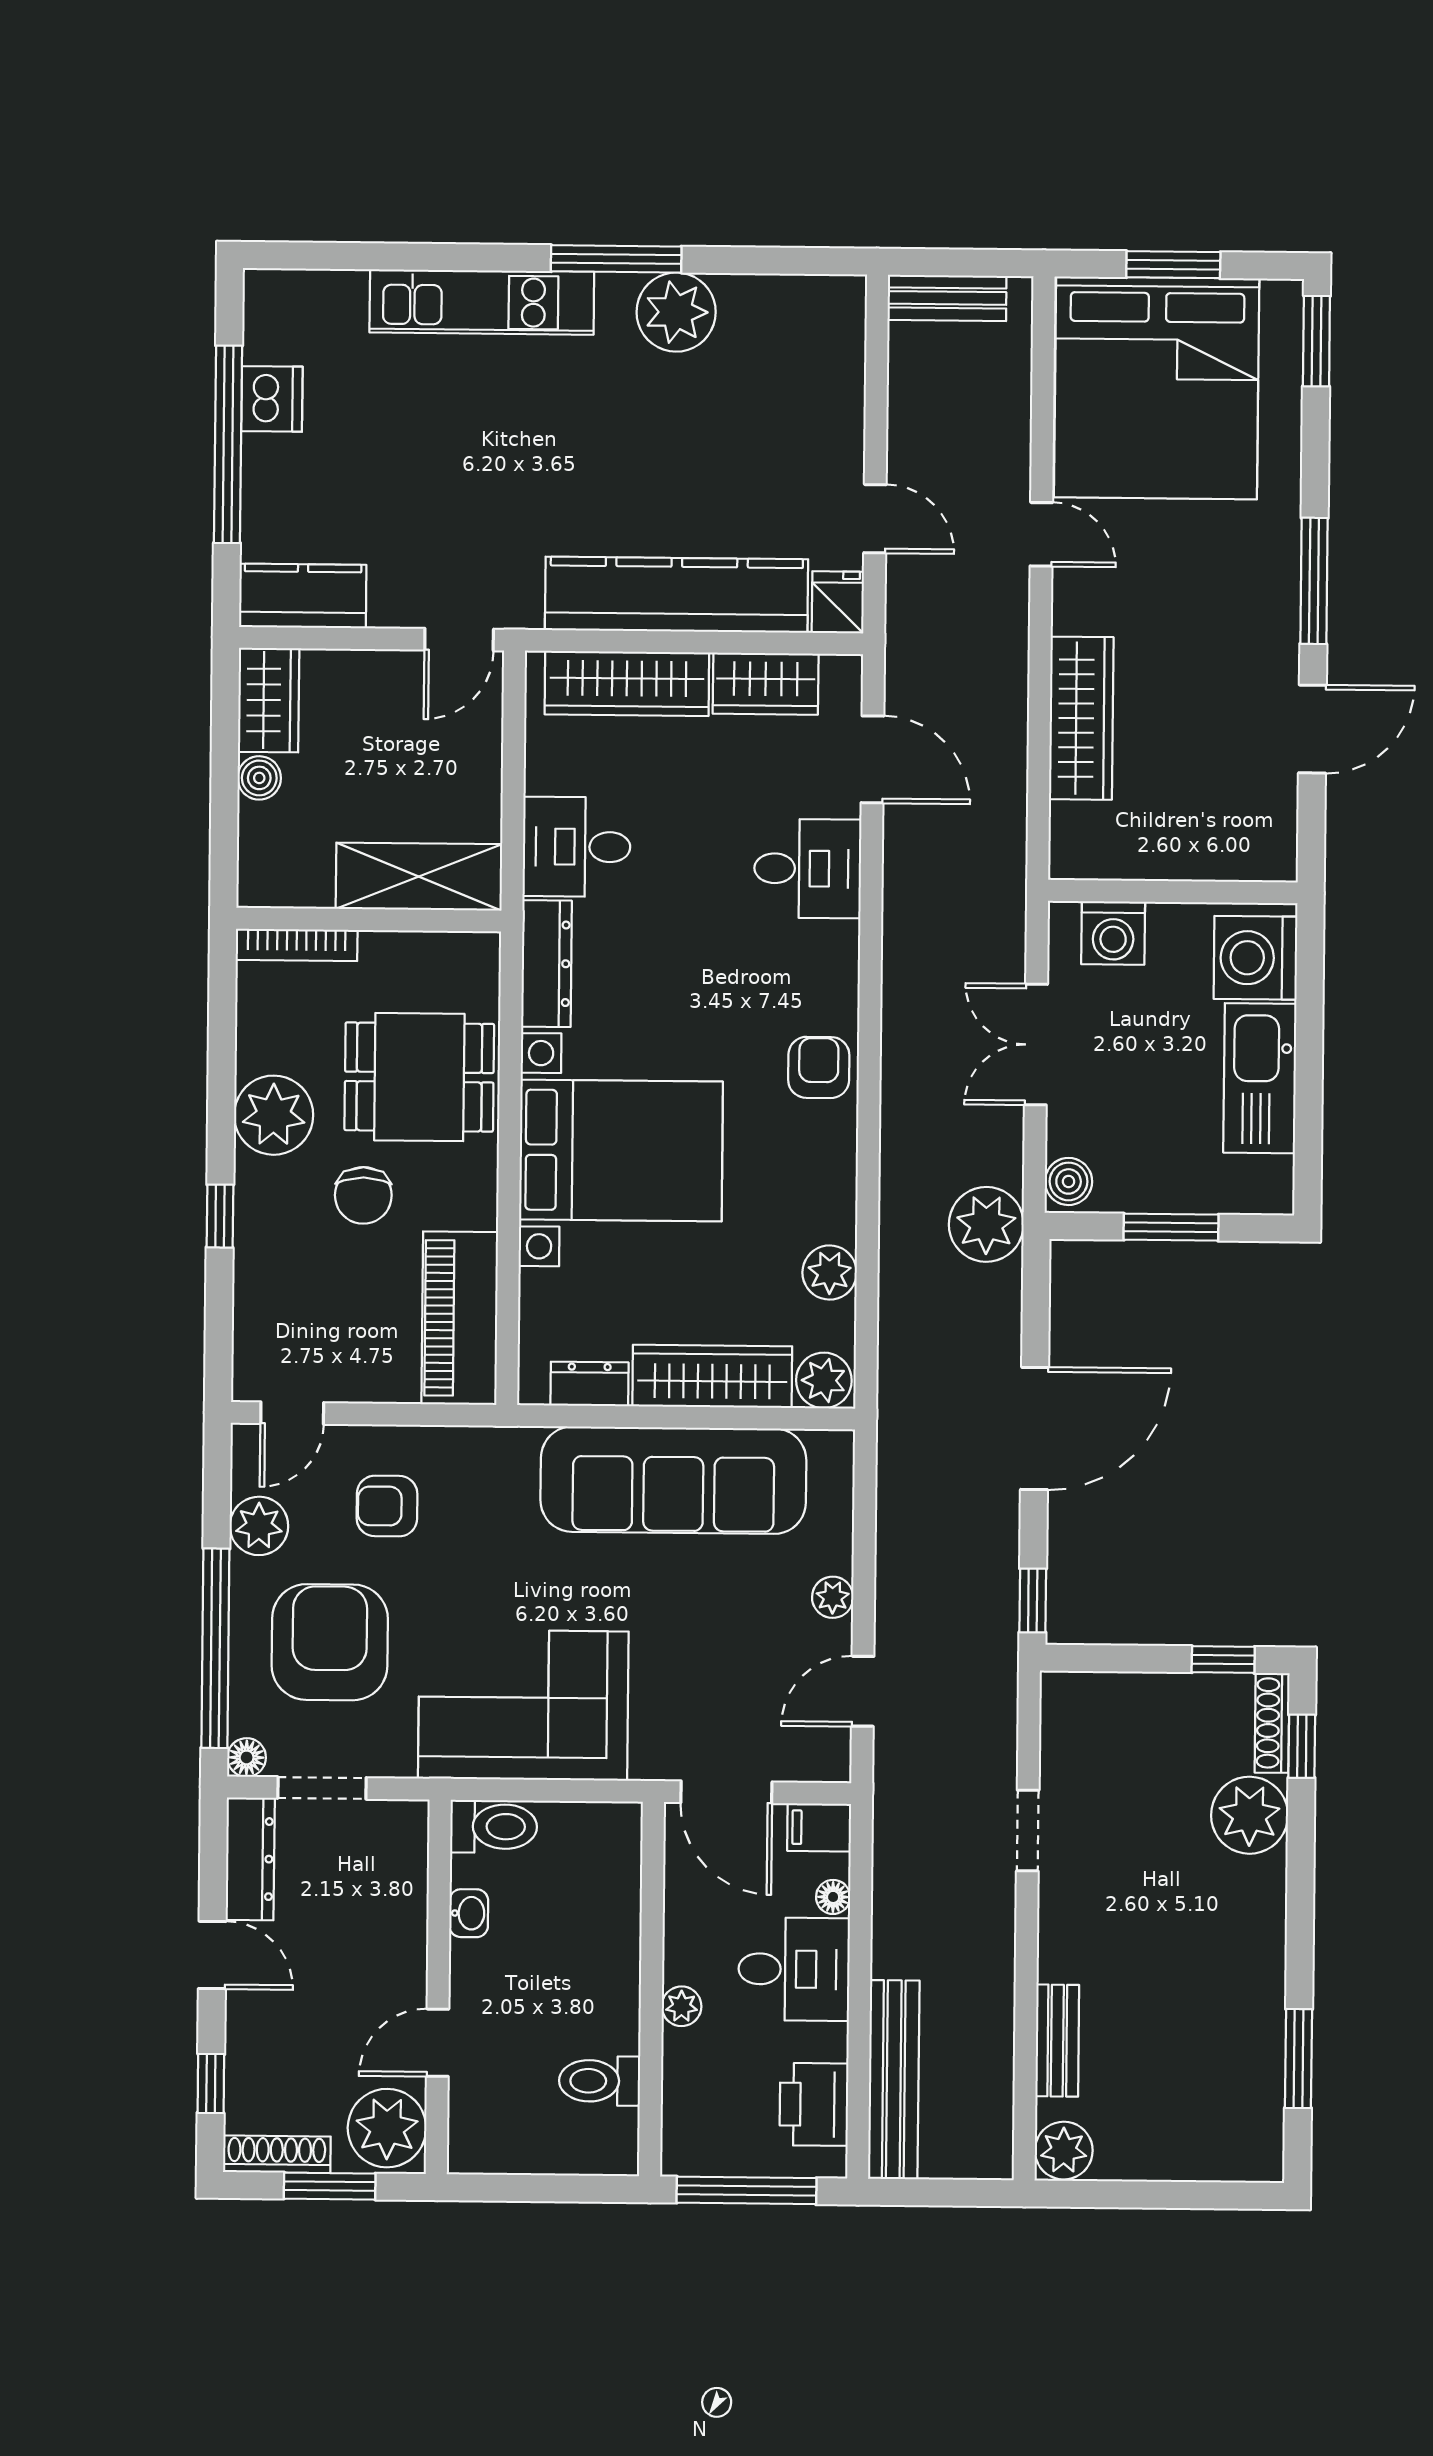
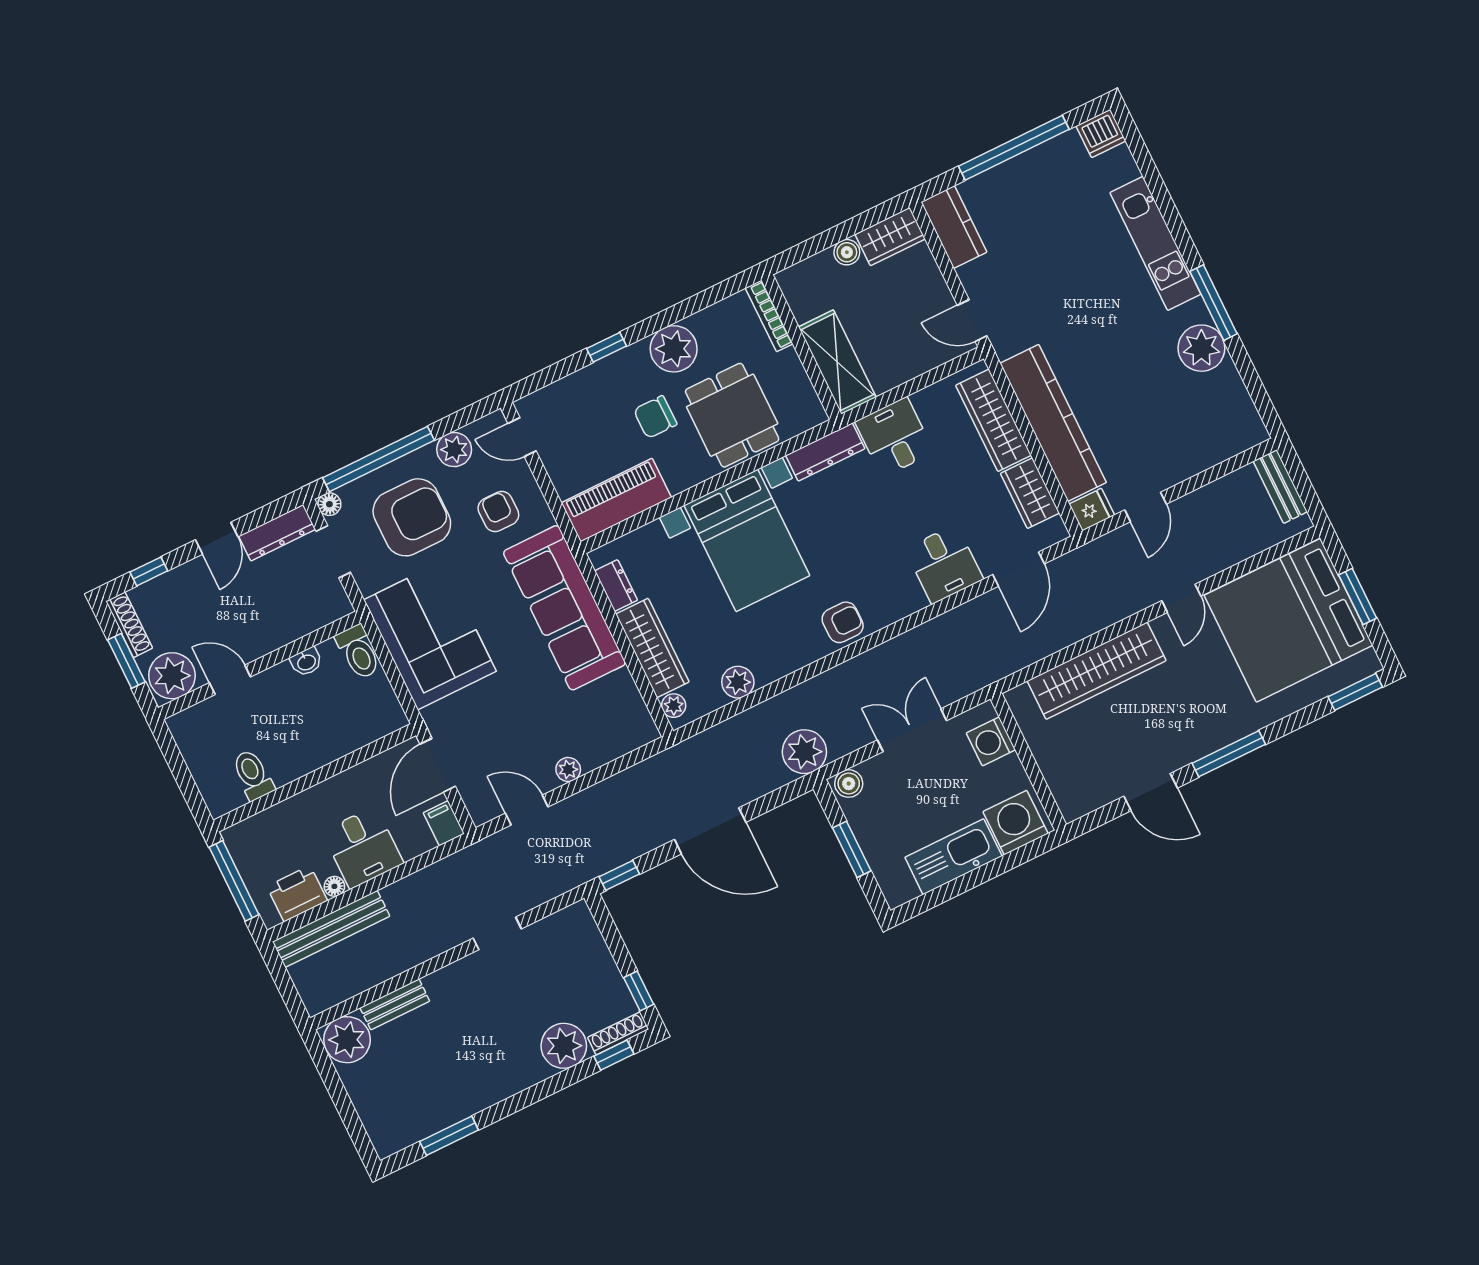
dishwasher: (272, 399) -> (1101, 133), moved
wardrobe: (1081, 718) -> (1097, 671), width x1.40, depth x1.17
plant: (824, 1380) -> (674, 706), width x0.73, depth x0.73
sofa: (673, 1480) -> (564, 608), moved
floor lamp: (833, 1897) -> (334, 886), moved
plant: (682, 2006) -> (314, 798), removed
plant: (1064, 2151) -> (347, 1040), width x1.36, depth x1.36

